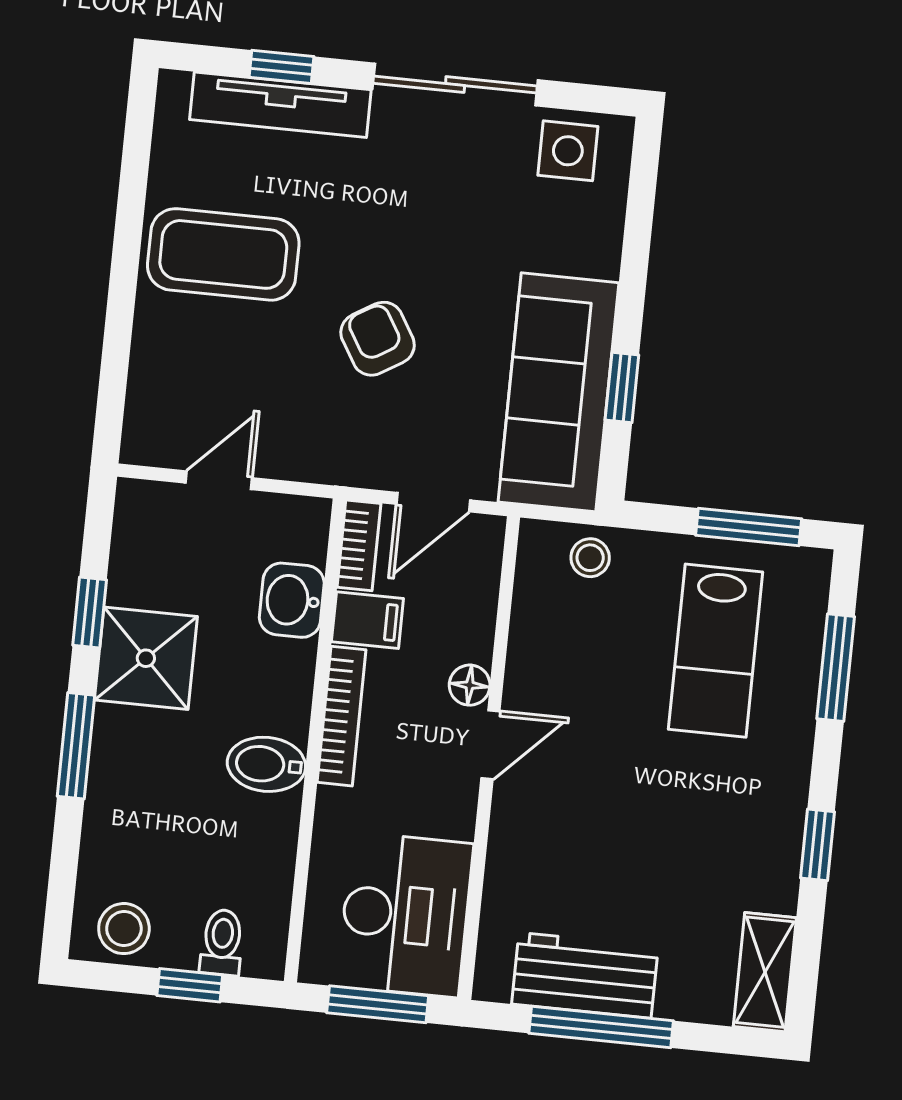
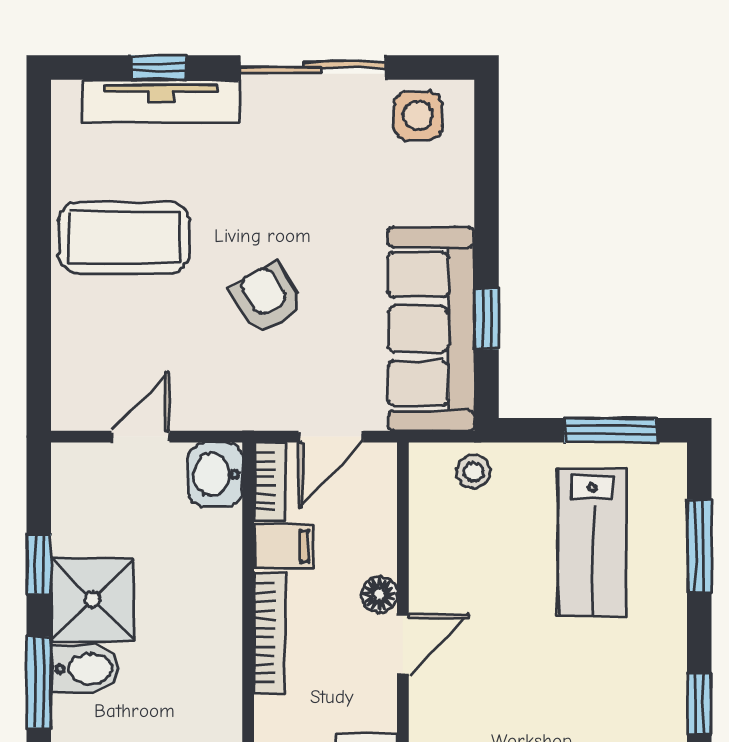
washbasin: (292, 600) -> (215, 474), moved
bidet: (266, 764) -> (85, 669), moved, turned 180

